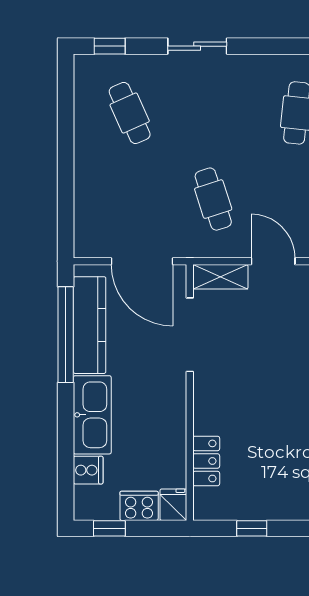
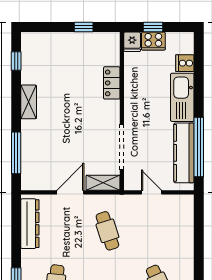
door: (142, 261) -> (152, 192), width x0.53
door: (273, 261) -> (70, 192), swing flipped
locker: (206, 461) -> (112, 83), moved
window: (109, 528) -> (153, 27), moved

